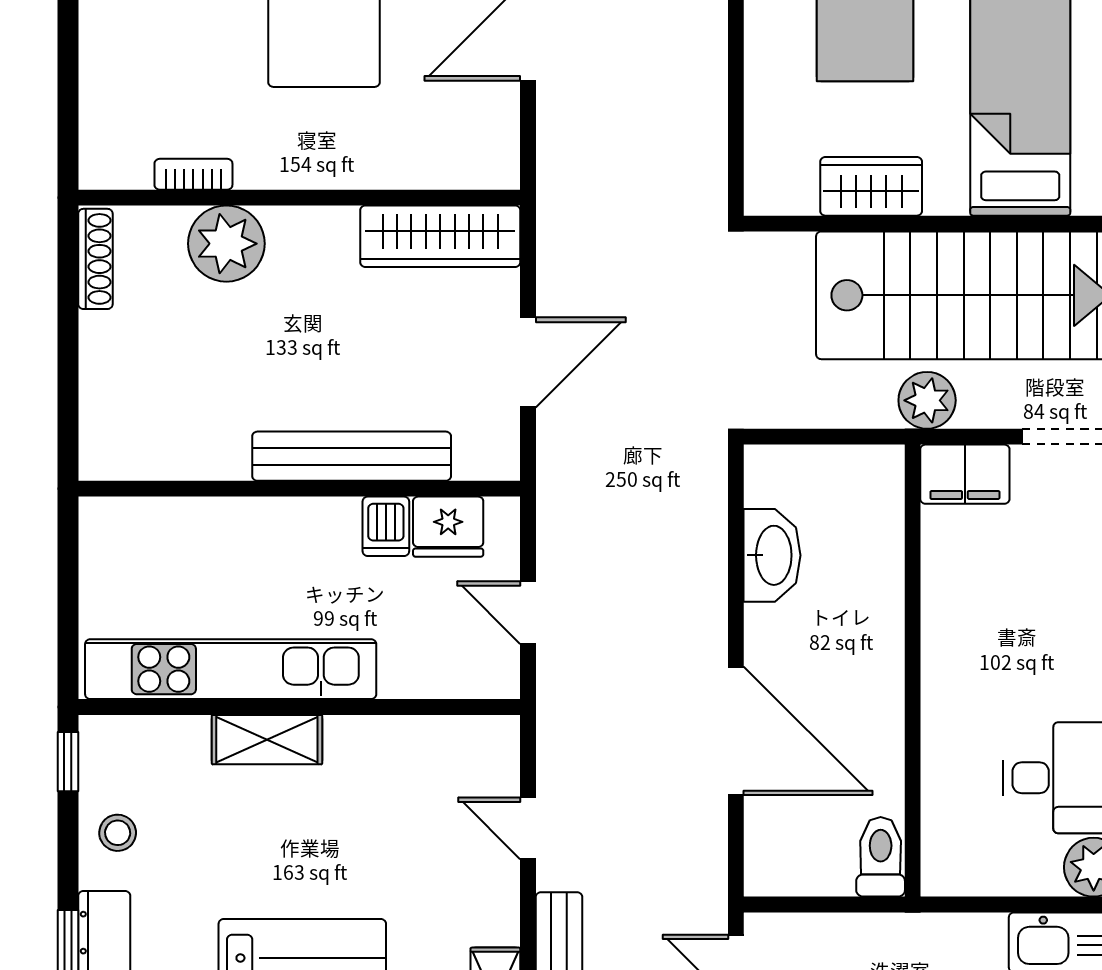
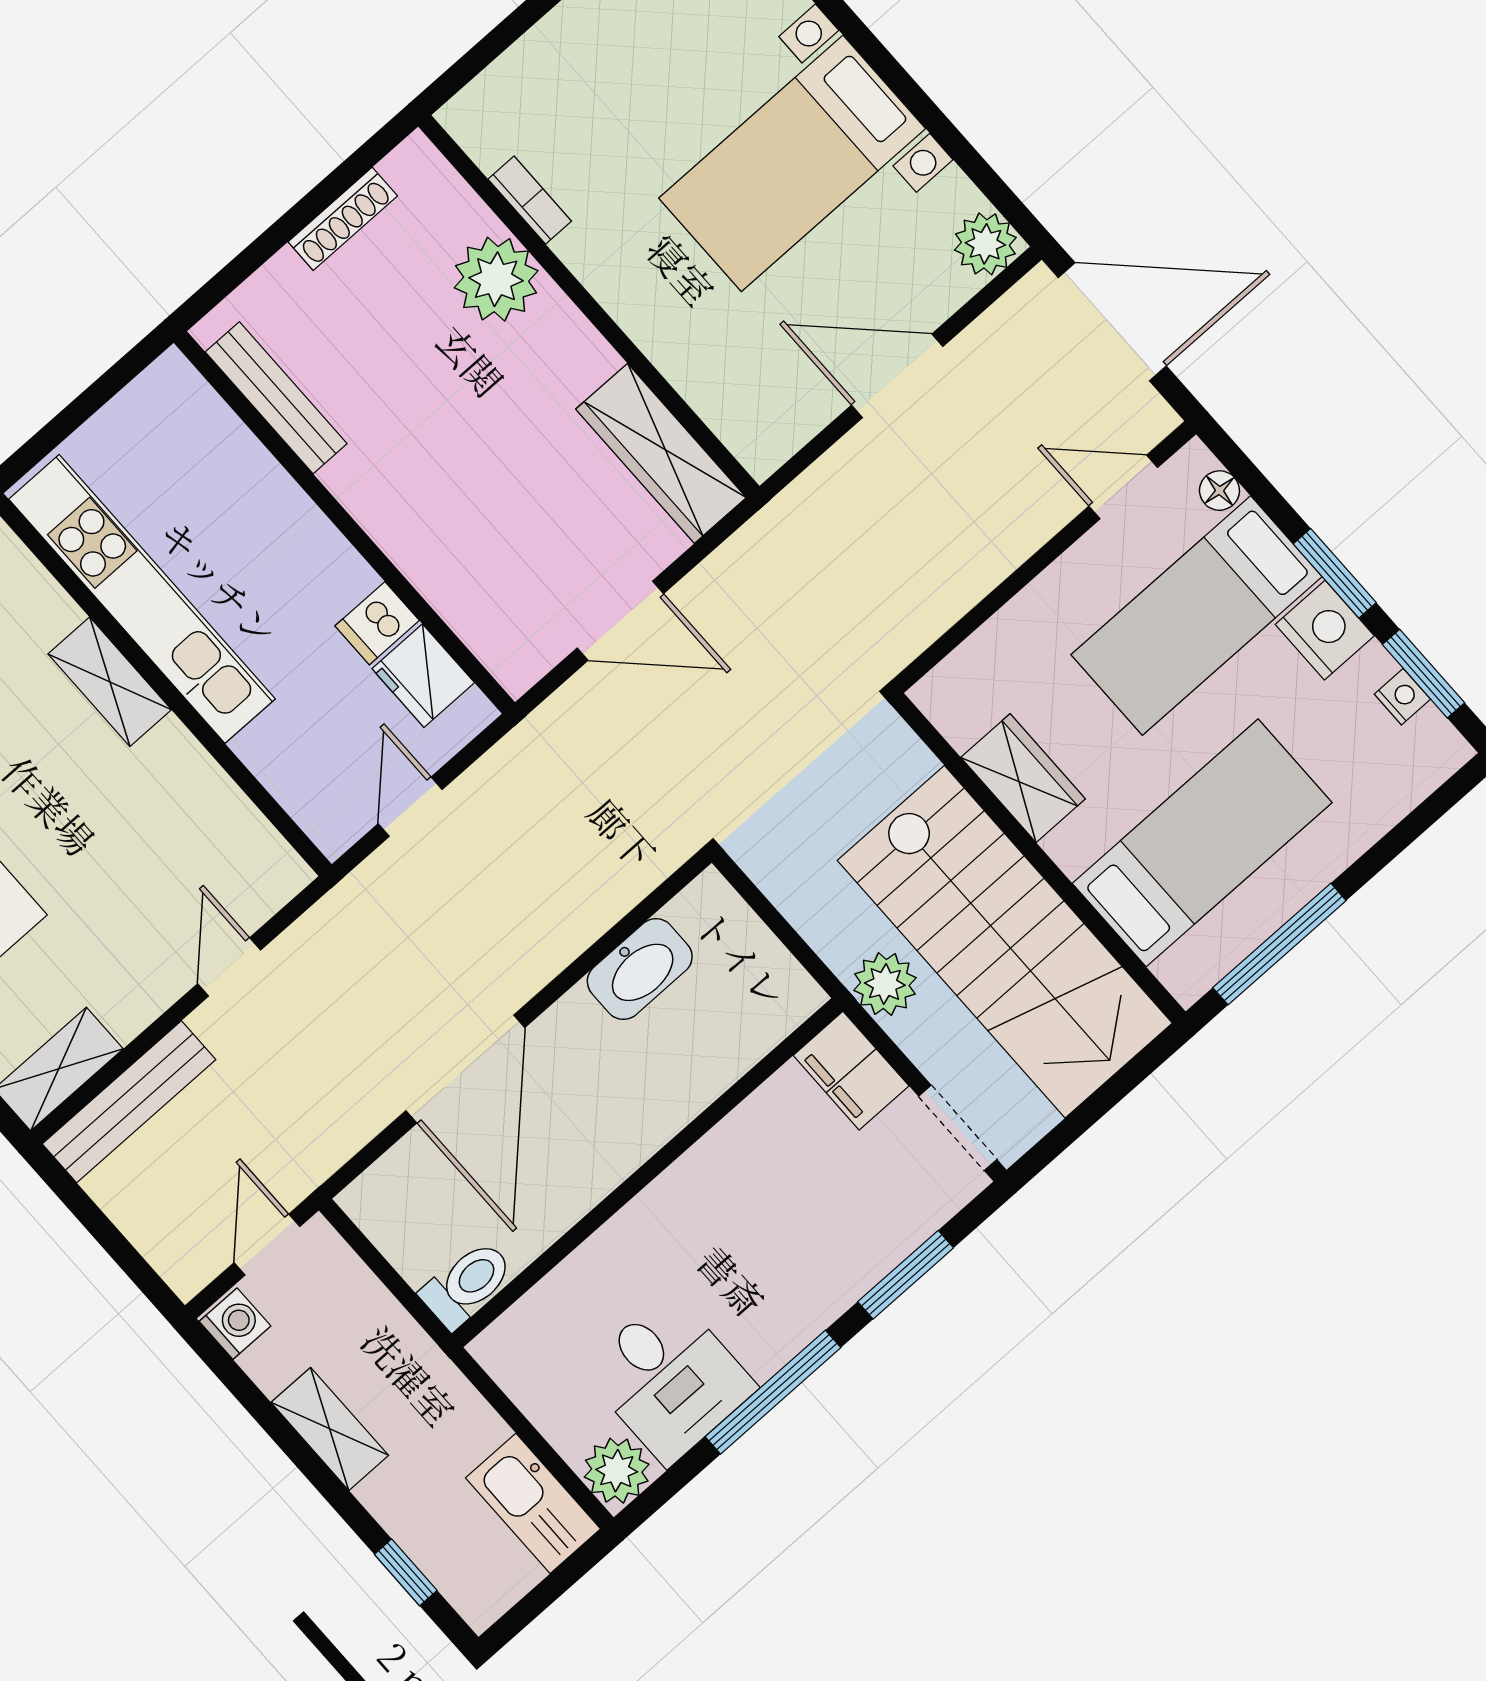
shoe rack: (95, 259) -> (343, 219), moved
bench: (352, 456) -> (276, 398), moved, width x0.73, depth x0.82

